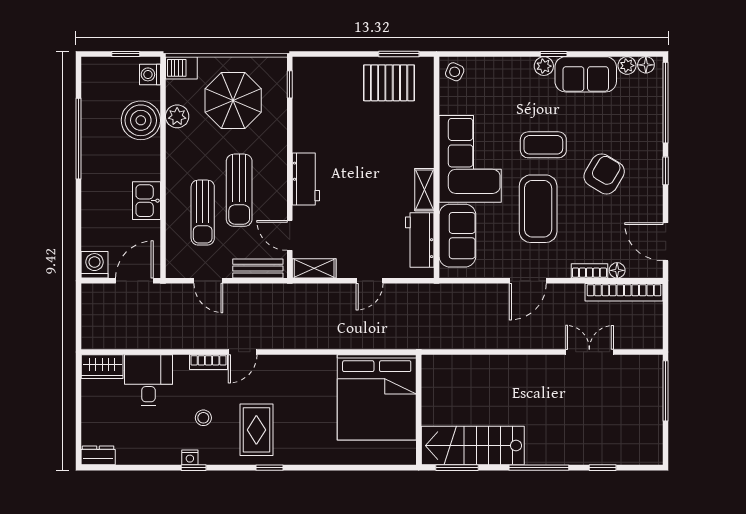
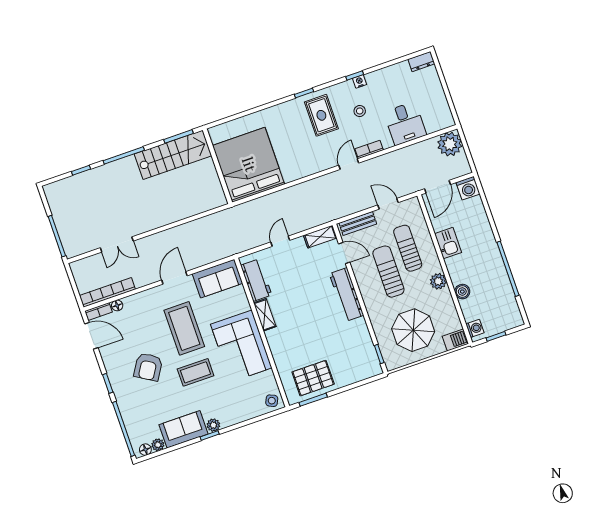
plant: (177, 116) -> (438, 281), moved
boiler: (141, 120) -> (462, 292), width x0.54, depth x0.54
workbench: (306, 179) -> (346, 294), width x1.38
sofa: (457, 236) -> (217, 279), moved, turned -90
bookcase: (589, 271) -> (98, 312), moved
plant: (98, 332) -> (450, 144), added
wardrobe: (102, 367) -> (439, 122), removed

